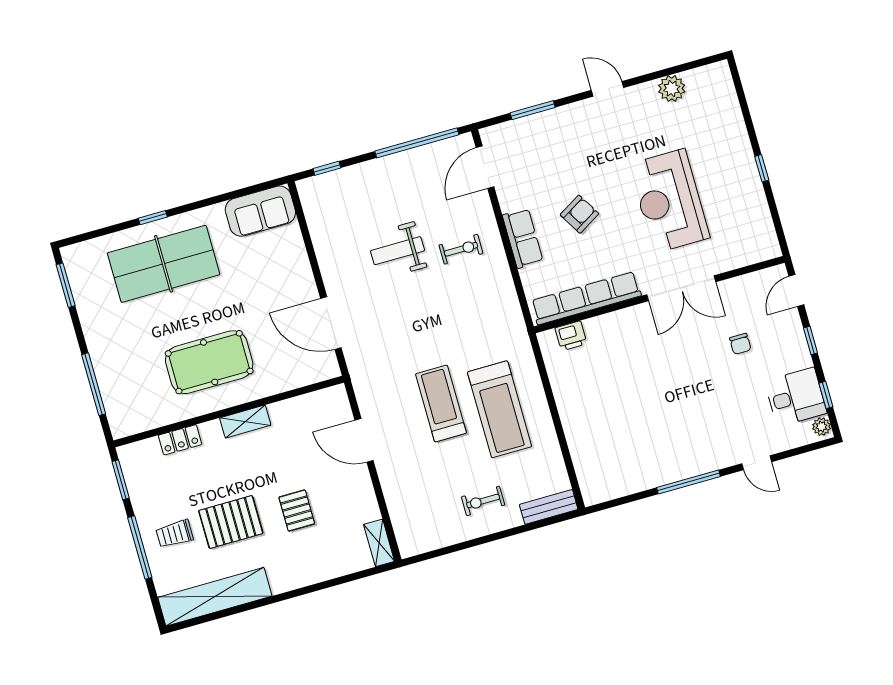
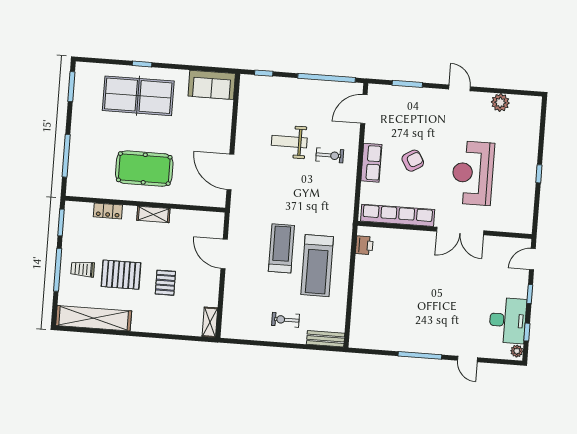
printer: (571, 336) -> (364, 245), moved, turned -90
chair: (740, 344) -> (485, 280), removed
desk: (796, 397) -> (508, 320), width x1.37

